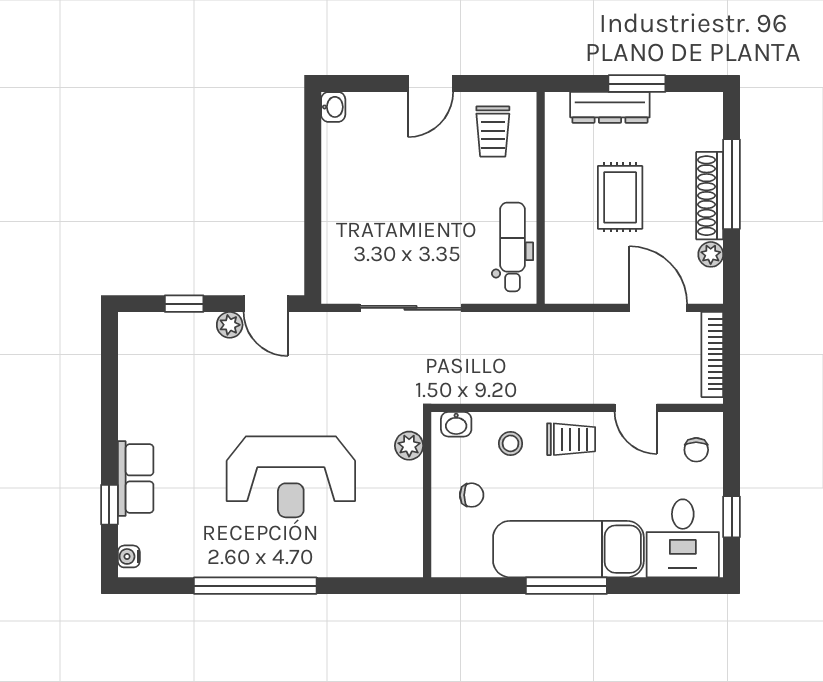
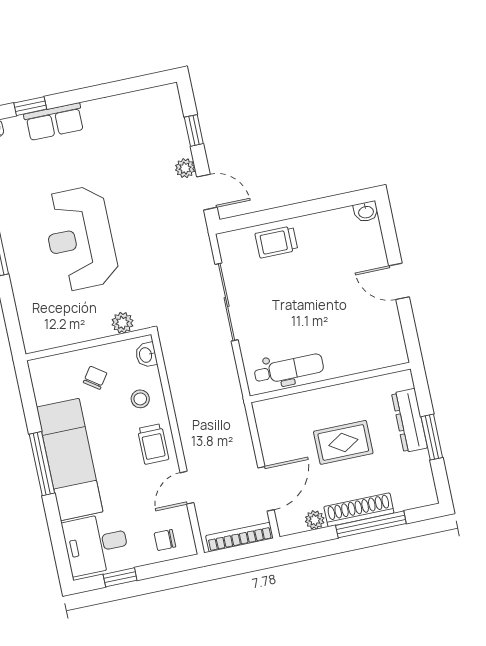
trolley: (493, 132) -> (276, 242), moved
door: (266, 304) -> (207, 192), swing flipped
chair: (472, 495) -> (95, 378), turned -145

